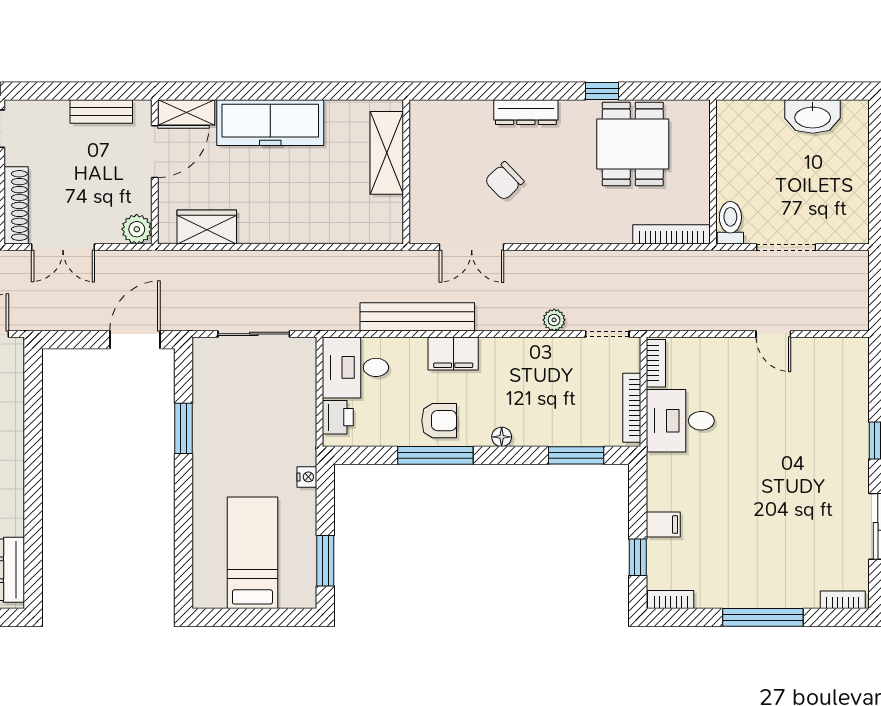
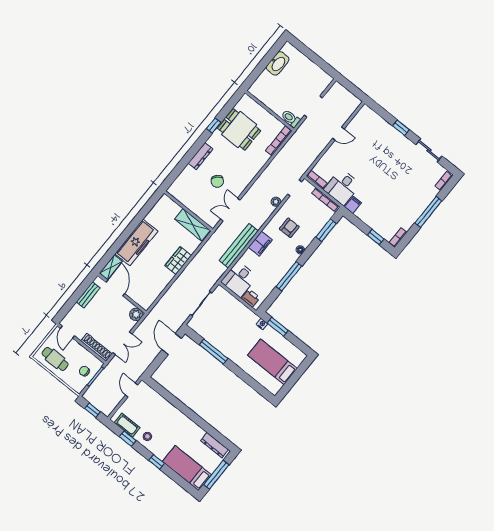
shelving: (387, 153) -> (192, 225), moved
wardrobe: (207, 227) -> (178, 261), moved
double door: (472, 247) -> (230, 210), swing flipped
armchair: (439, 421) -> (289, 228), moved
window: (184, 428) -> (214, 352), width x1.44
filing cabinet: (663, 525) -> (353, 205), moved
window: (325, 561) -> (278, 327), moved

